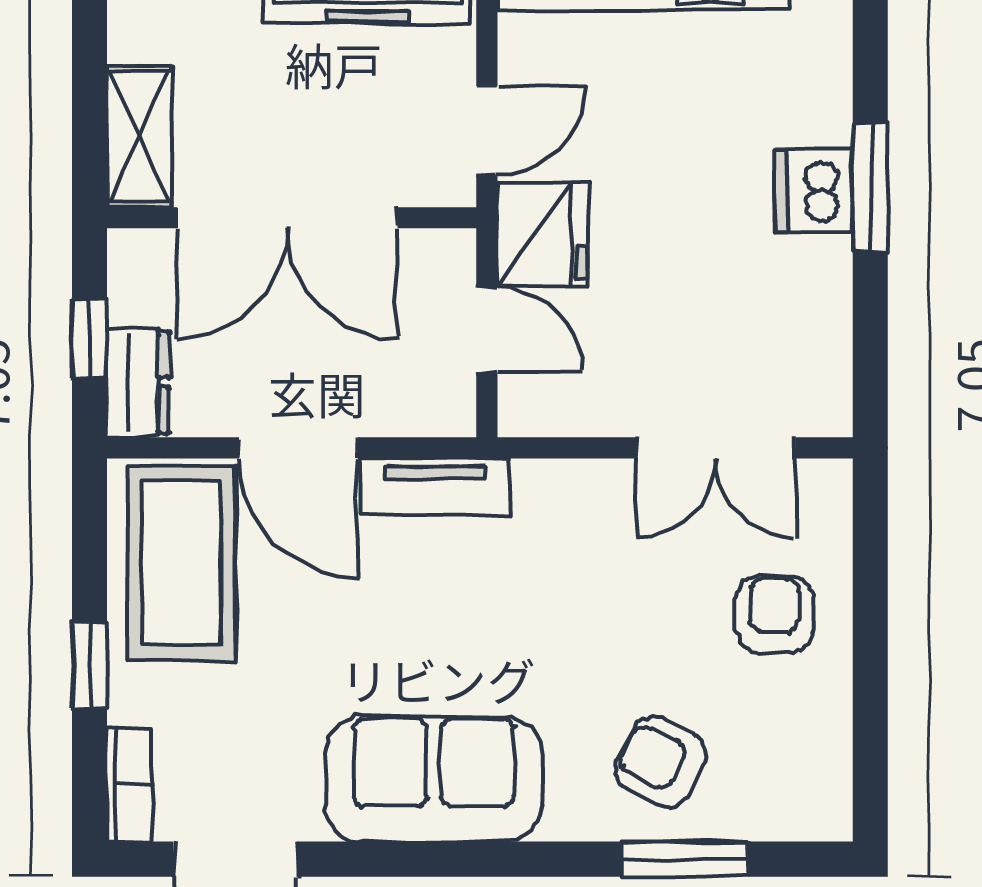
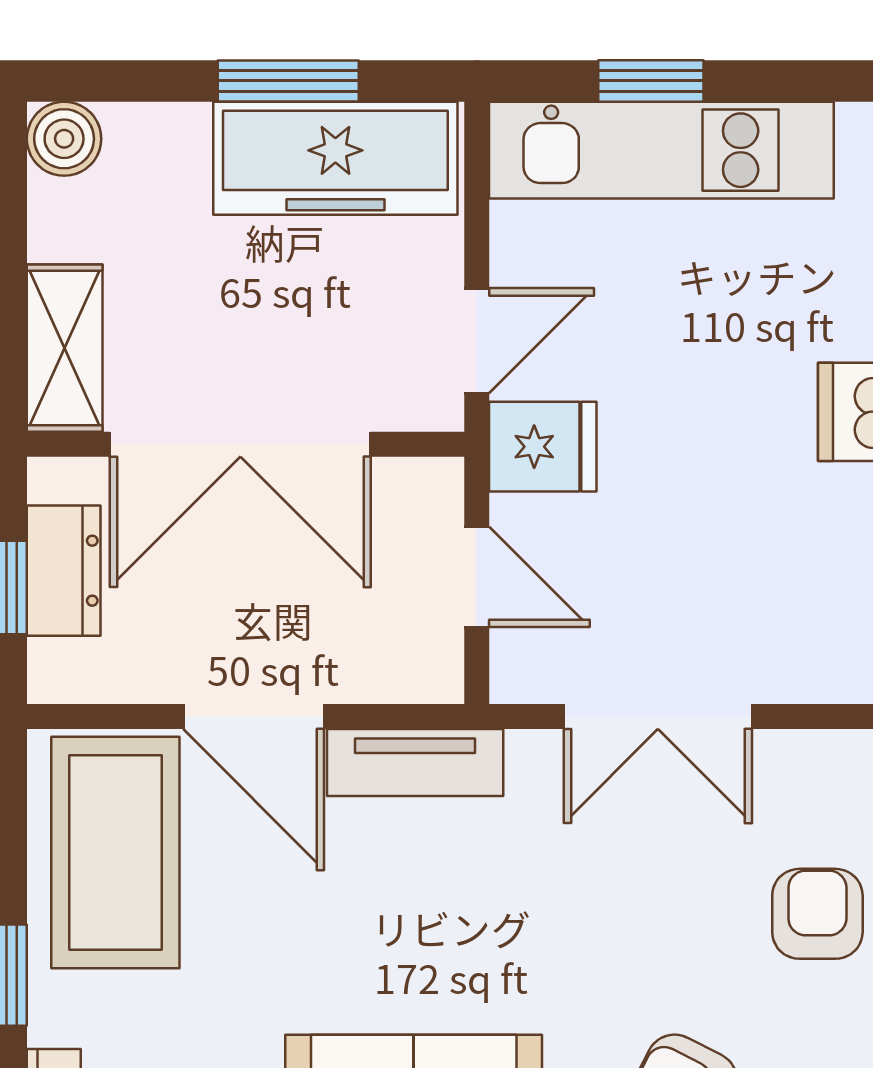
fridge: (543, 234) -> (543, 447), width x0.72
dresser: (138, 382) -> (64, 571), moved
double door: (716, 448) -> (658, 717), moved

